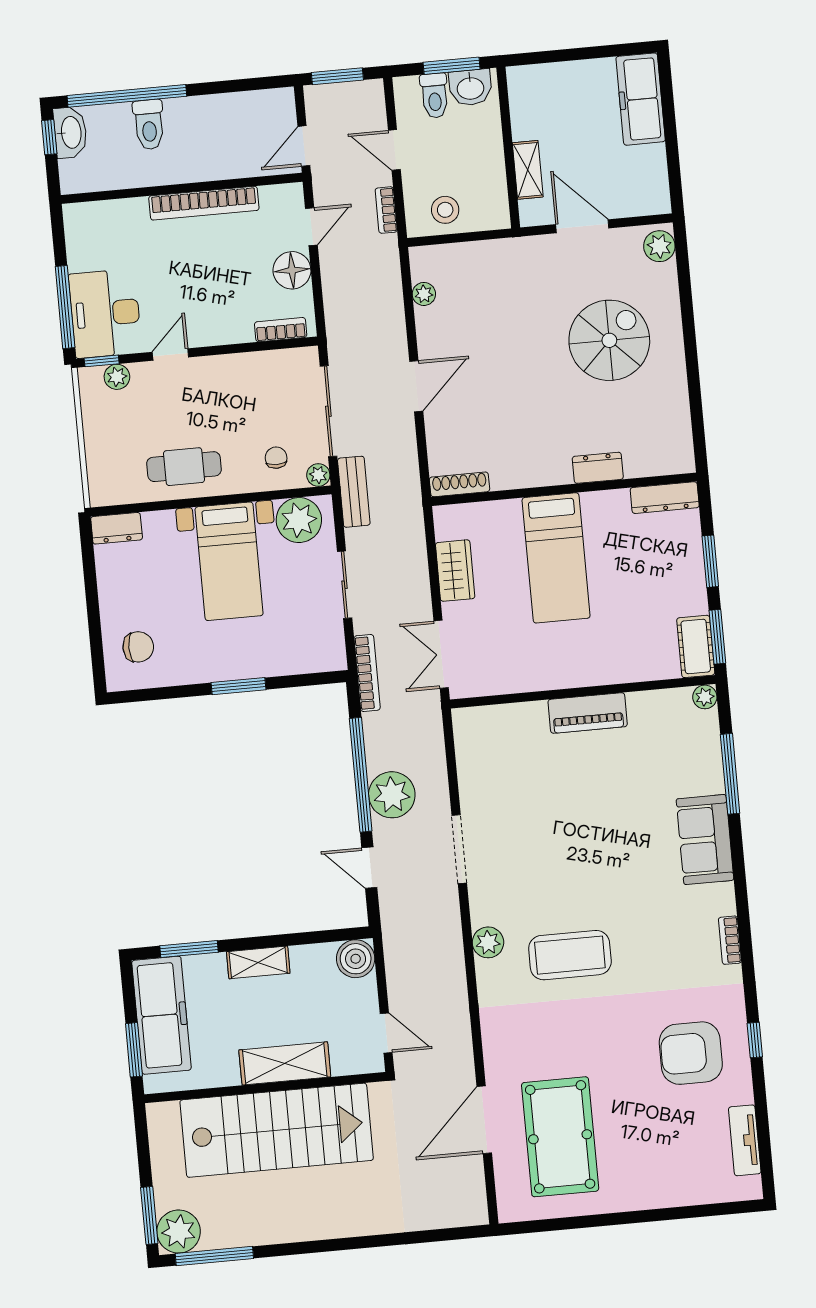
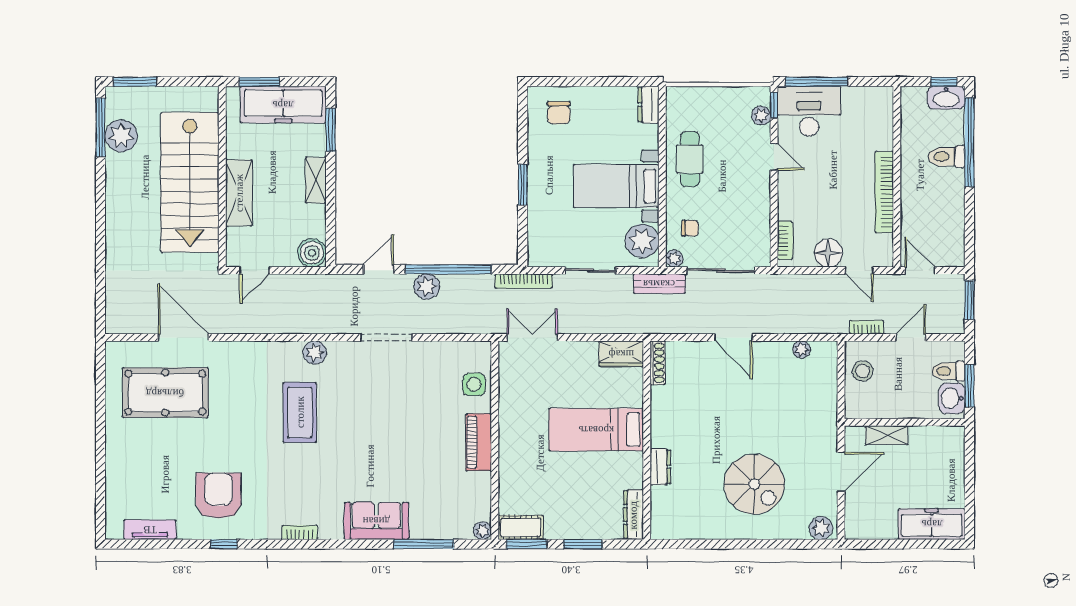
wardrobe: (455, 571) -> (621, 354), moved
side table: (511, 726) -> (474, 384), added
plant: (392, 795) -> (427, 286), width x0.73, depth x0.73
plant: (179, 1232) -> (121, 136), moved

